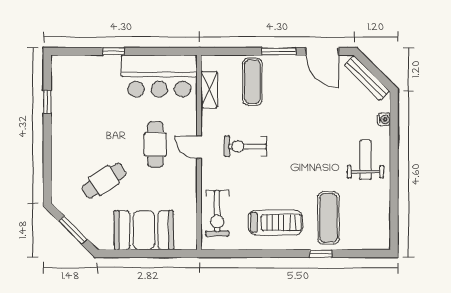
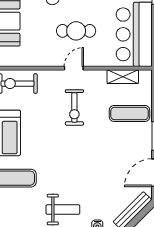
exercise bike: (245, 146) -> (74, 107), turned 180

